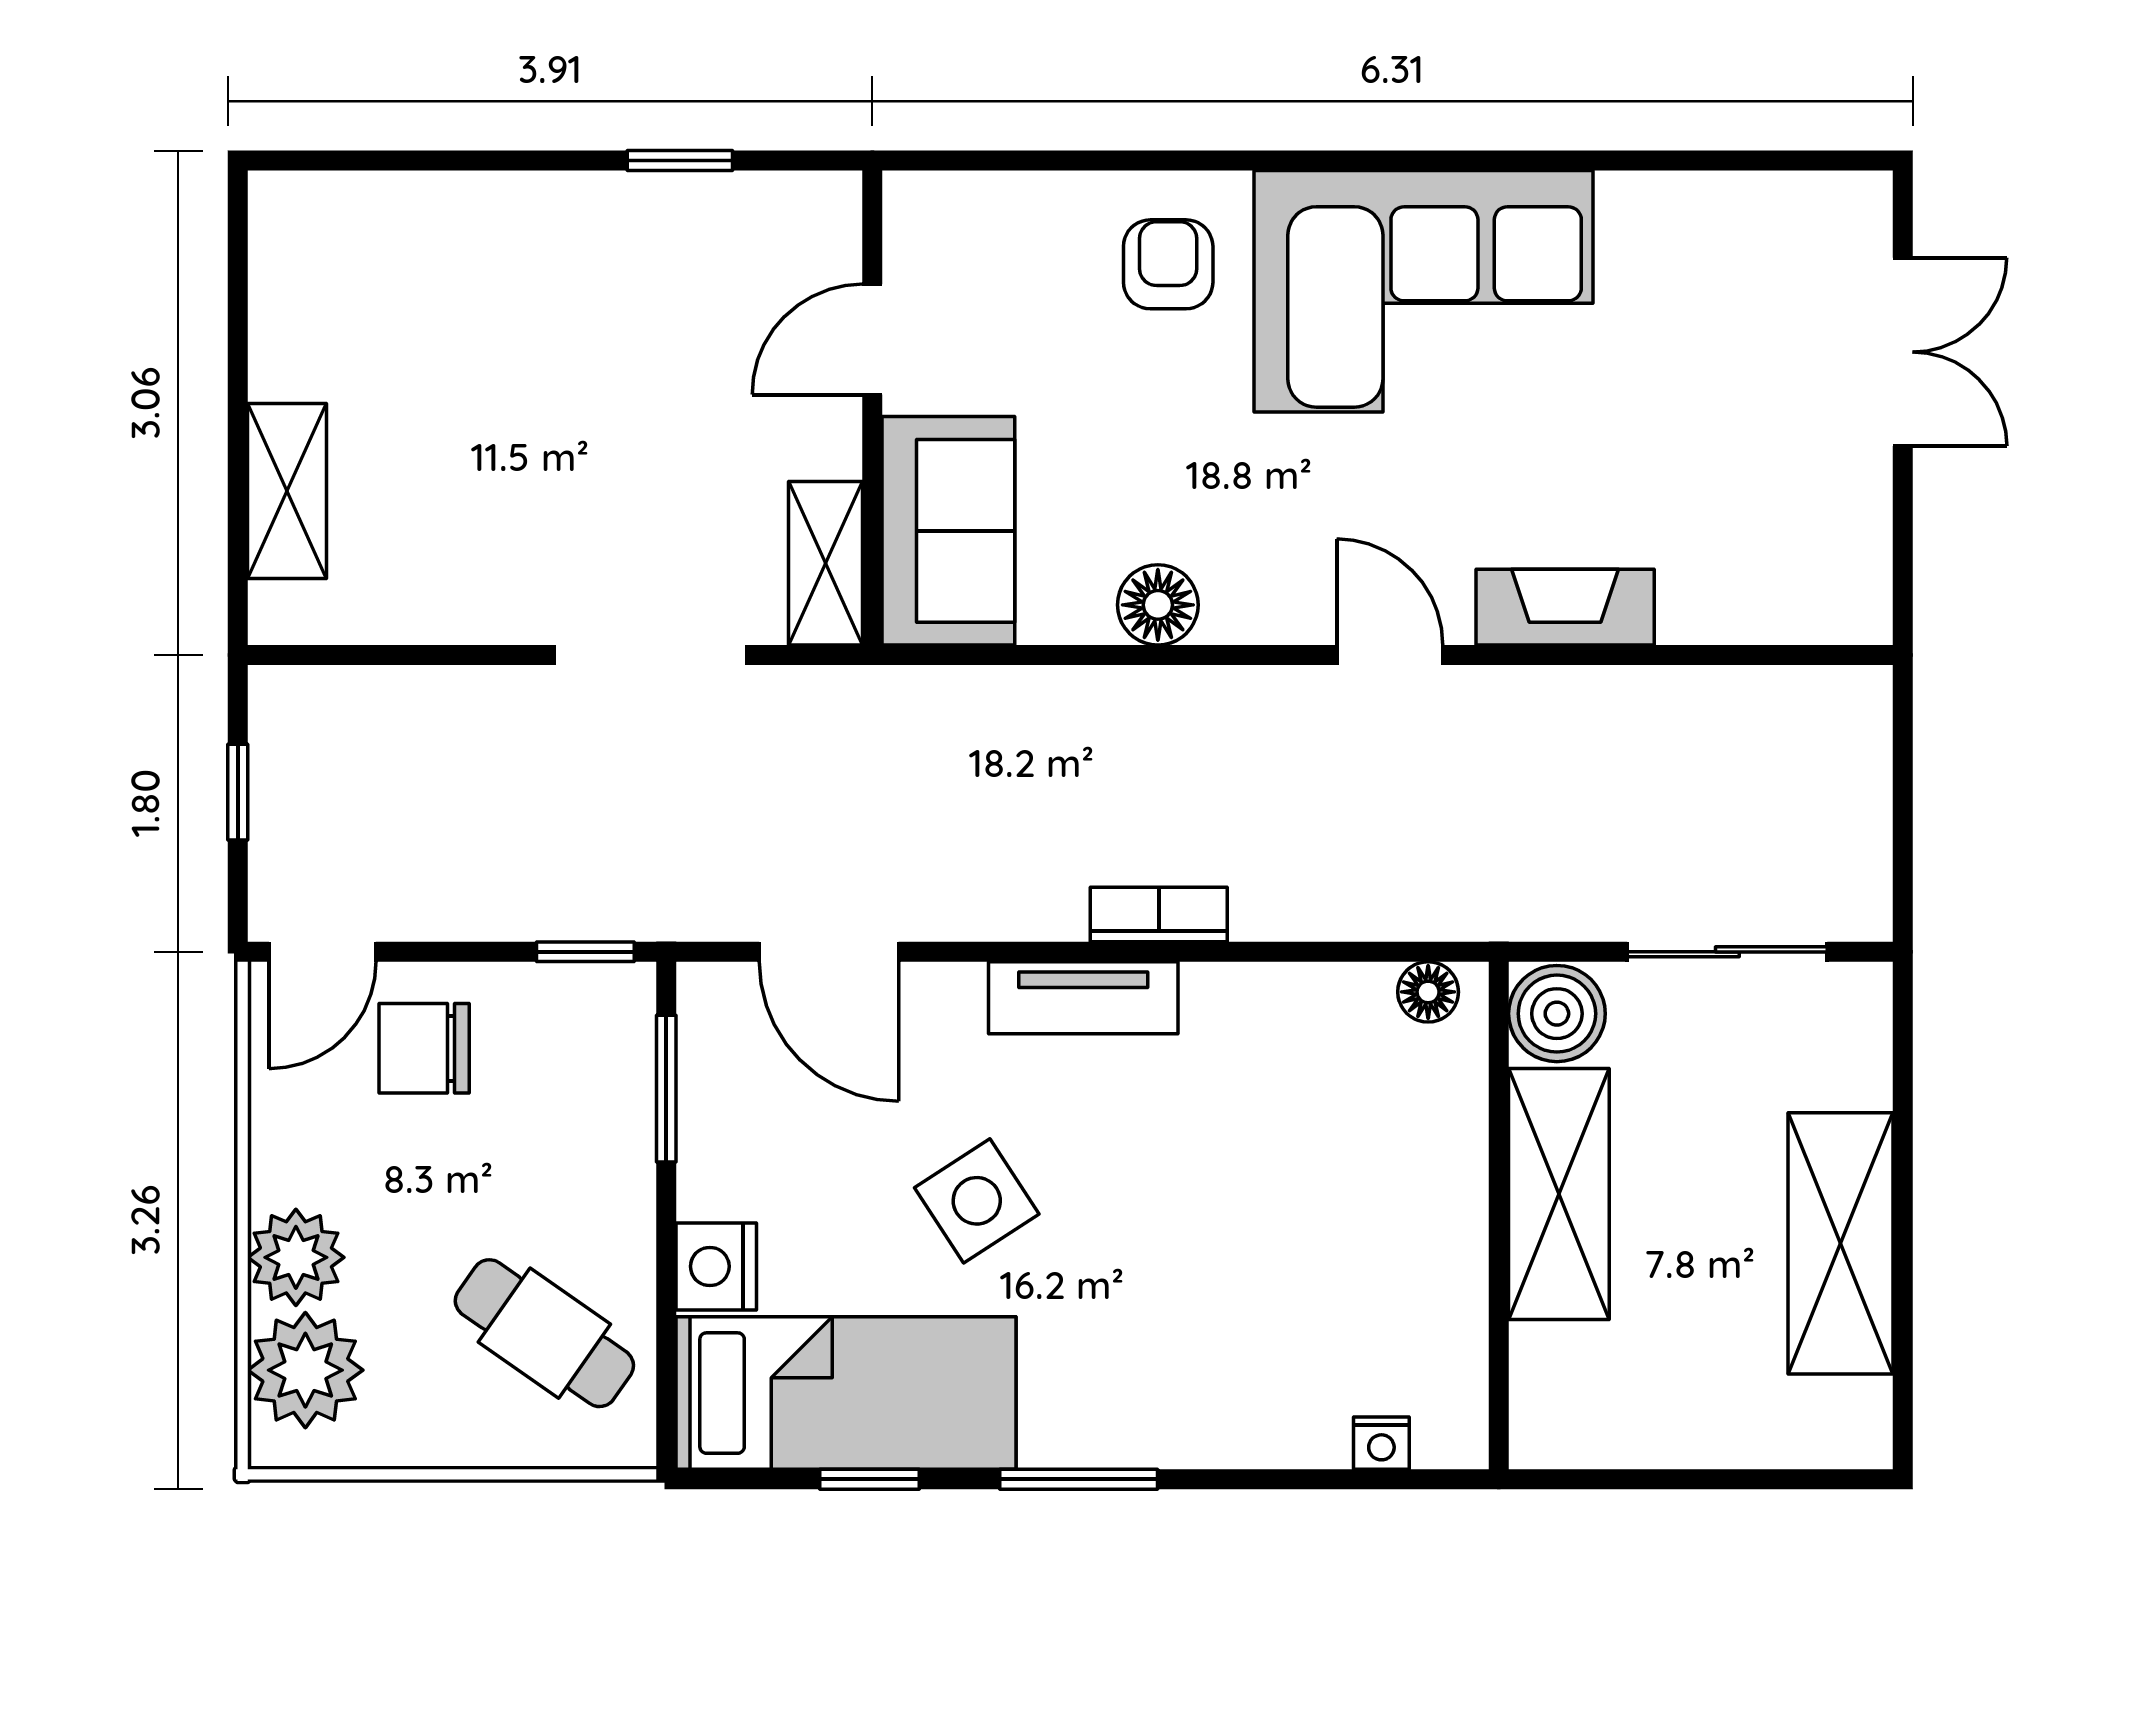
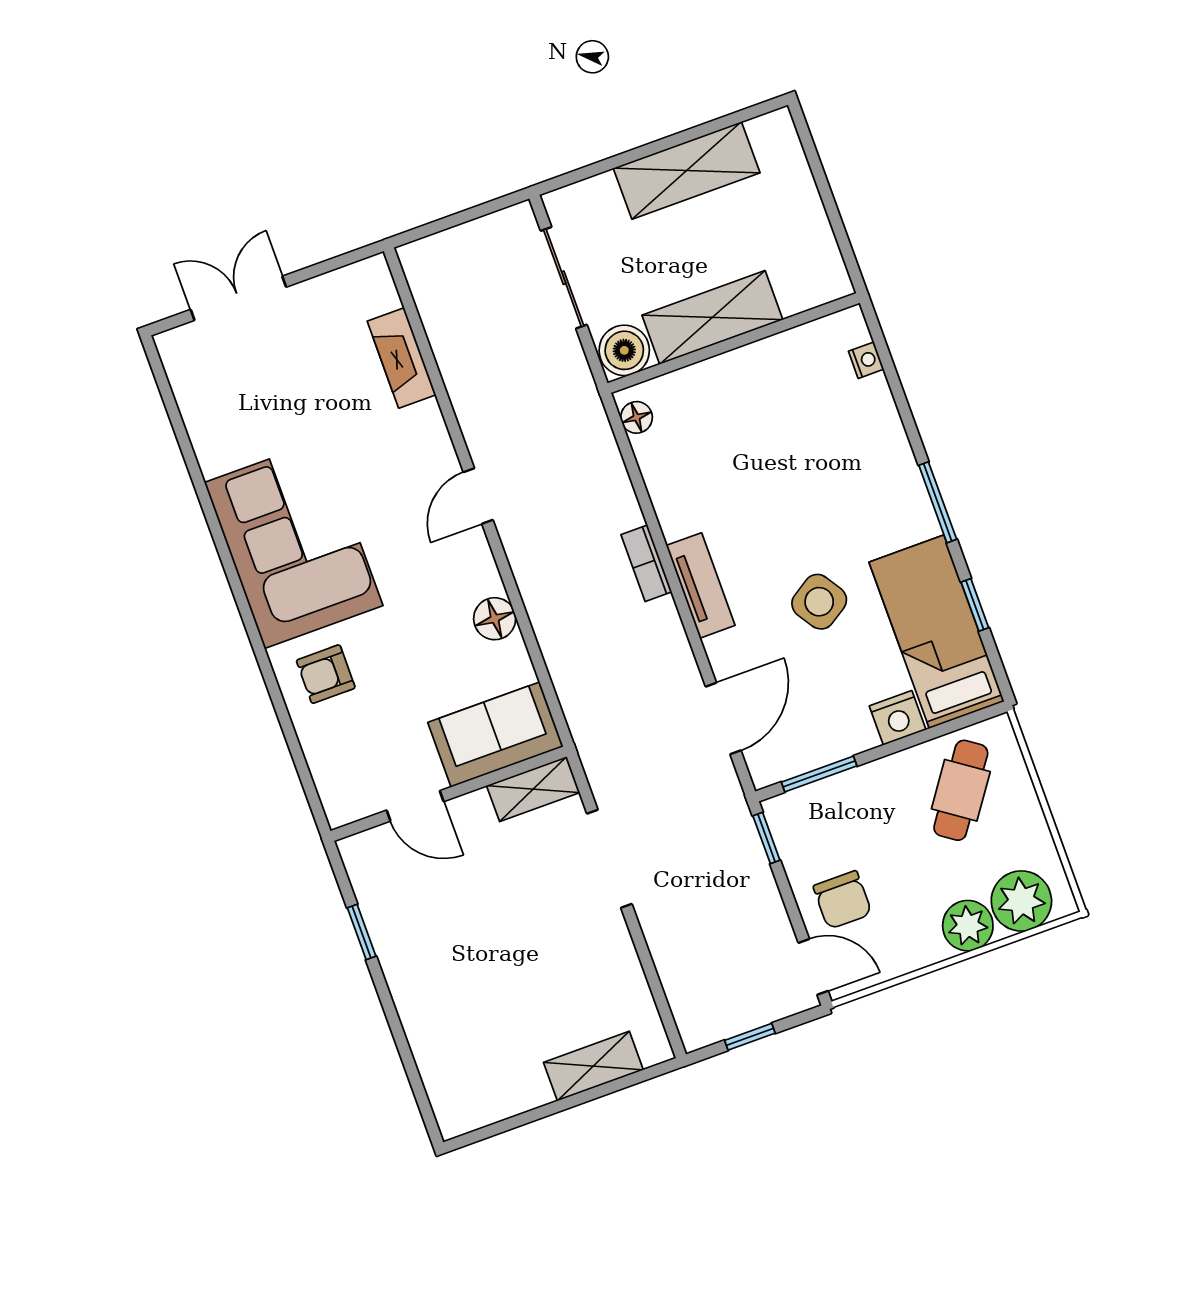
fireplace: (1565, 607) -> (402, 358), moved

